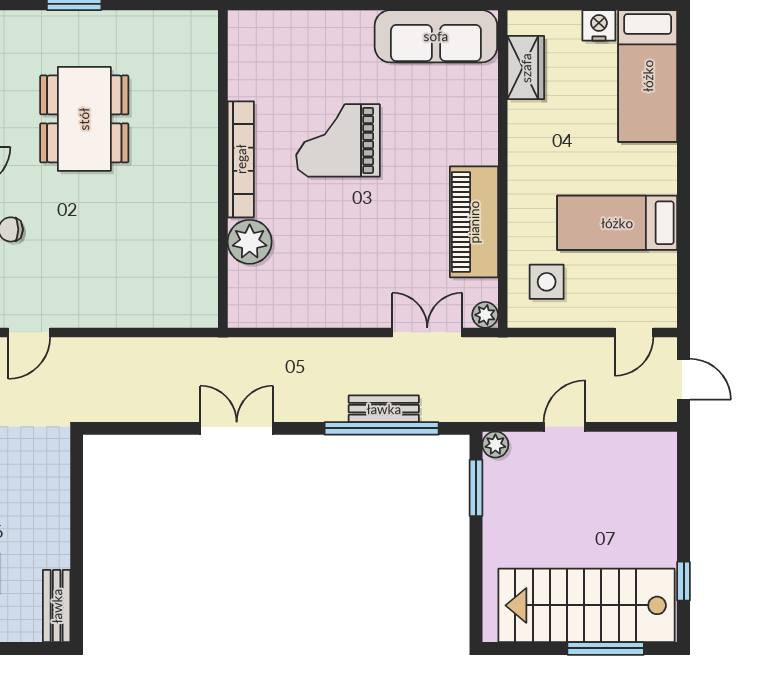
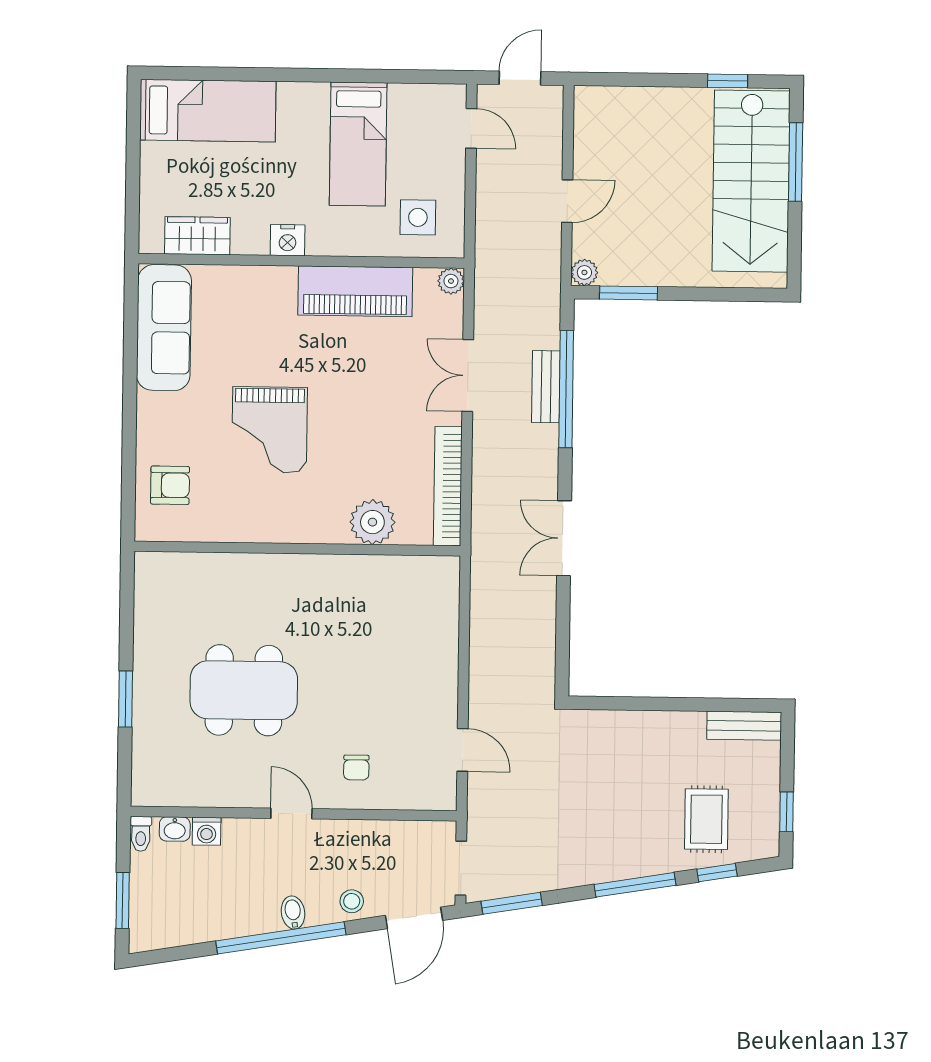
nightstand: (599, 25) -> (288, 240), moved, turned -90
armchair: (283, 44) -> (170, 485), added
bookcase: (241, 159) -> (448, 486), moved, turned -90
double door: (427, 332) -> (468, 376), moved
door: (565, 427) -> (567, 201), swing flipped

